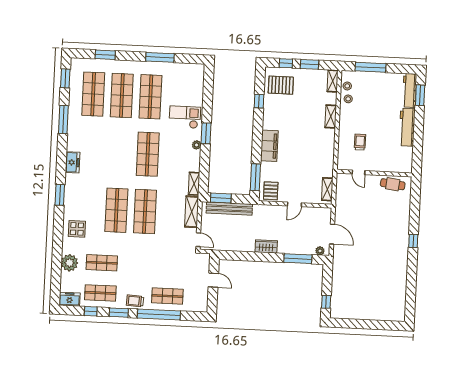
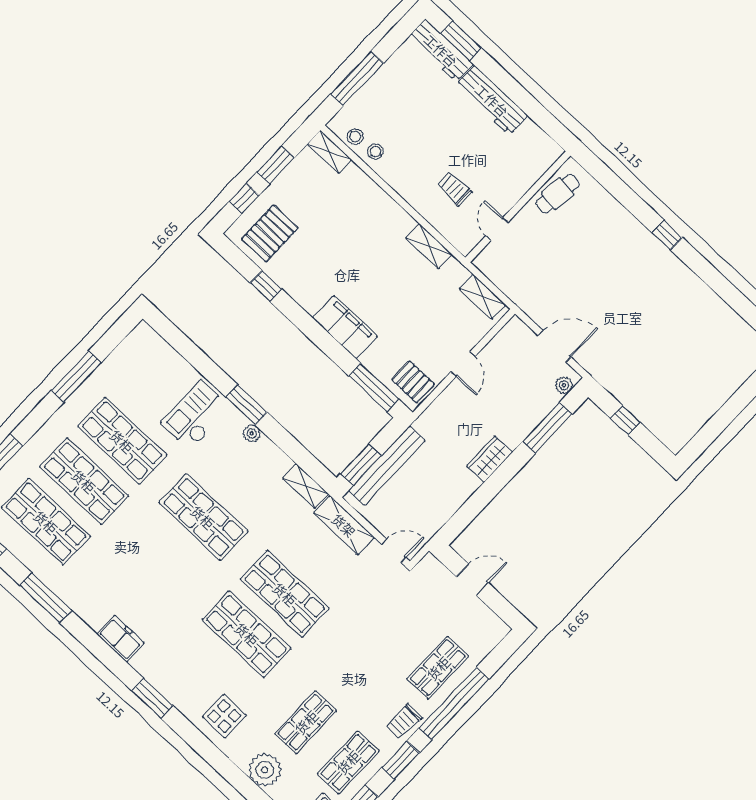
shelving: (331, 117) -> (429, 246), moved
door: (359, 172) -> (497, 229), swing flipped
window: (326, 302) -> (625, 420), moved

